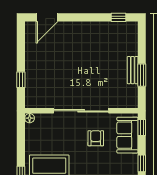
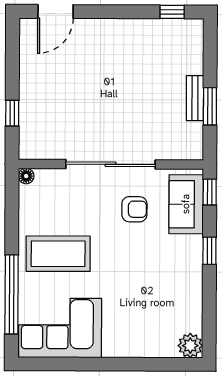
armchair: (96, 138) -> (134, 209), turned 90

